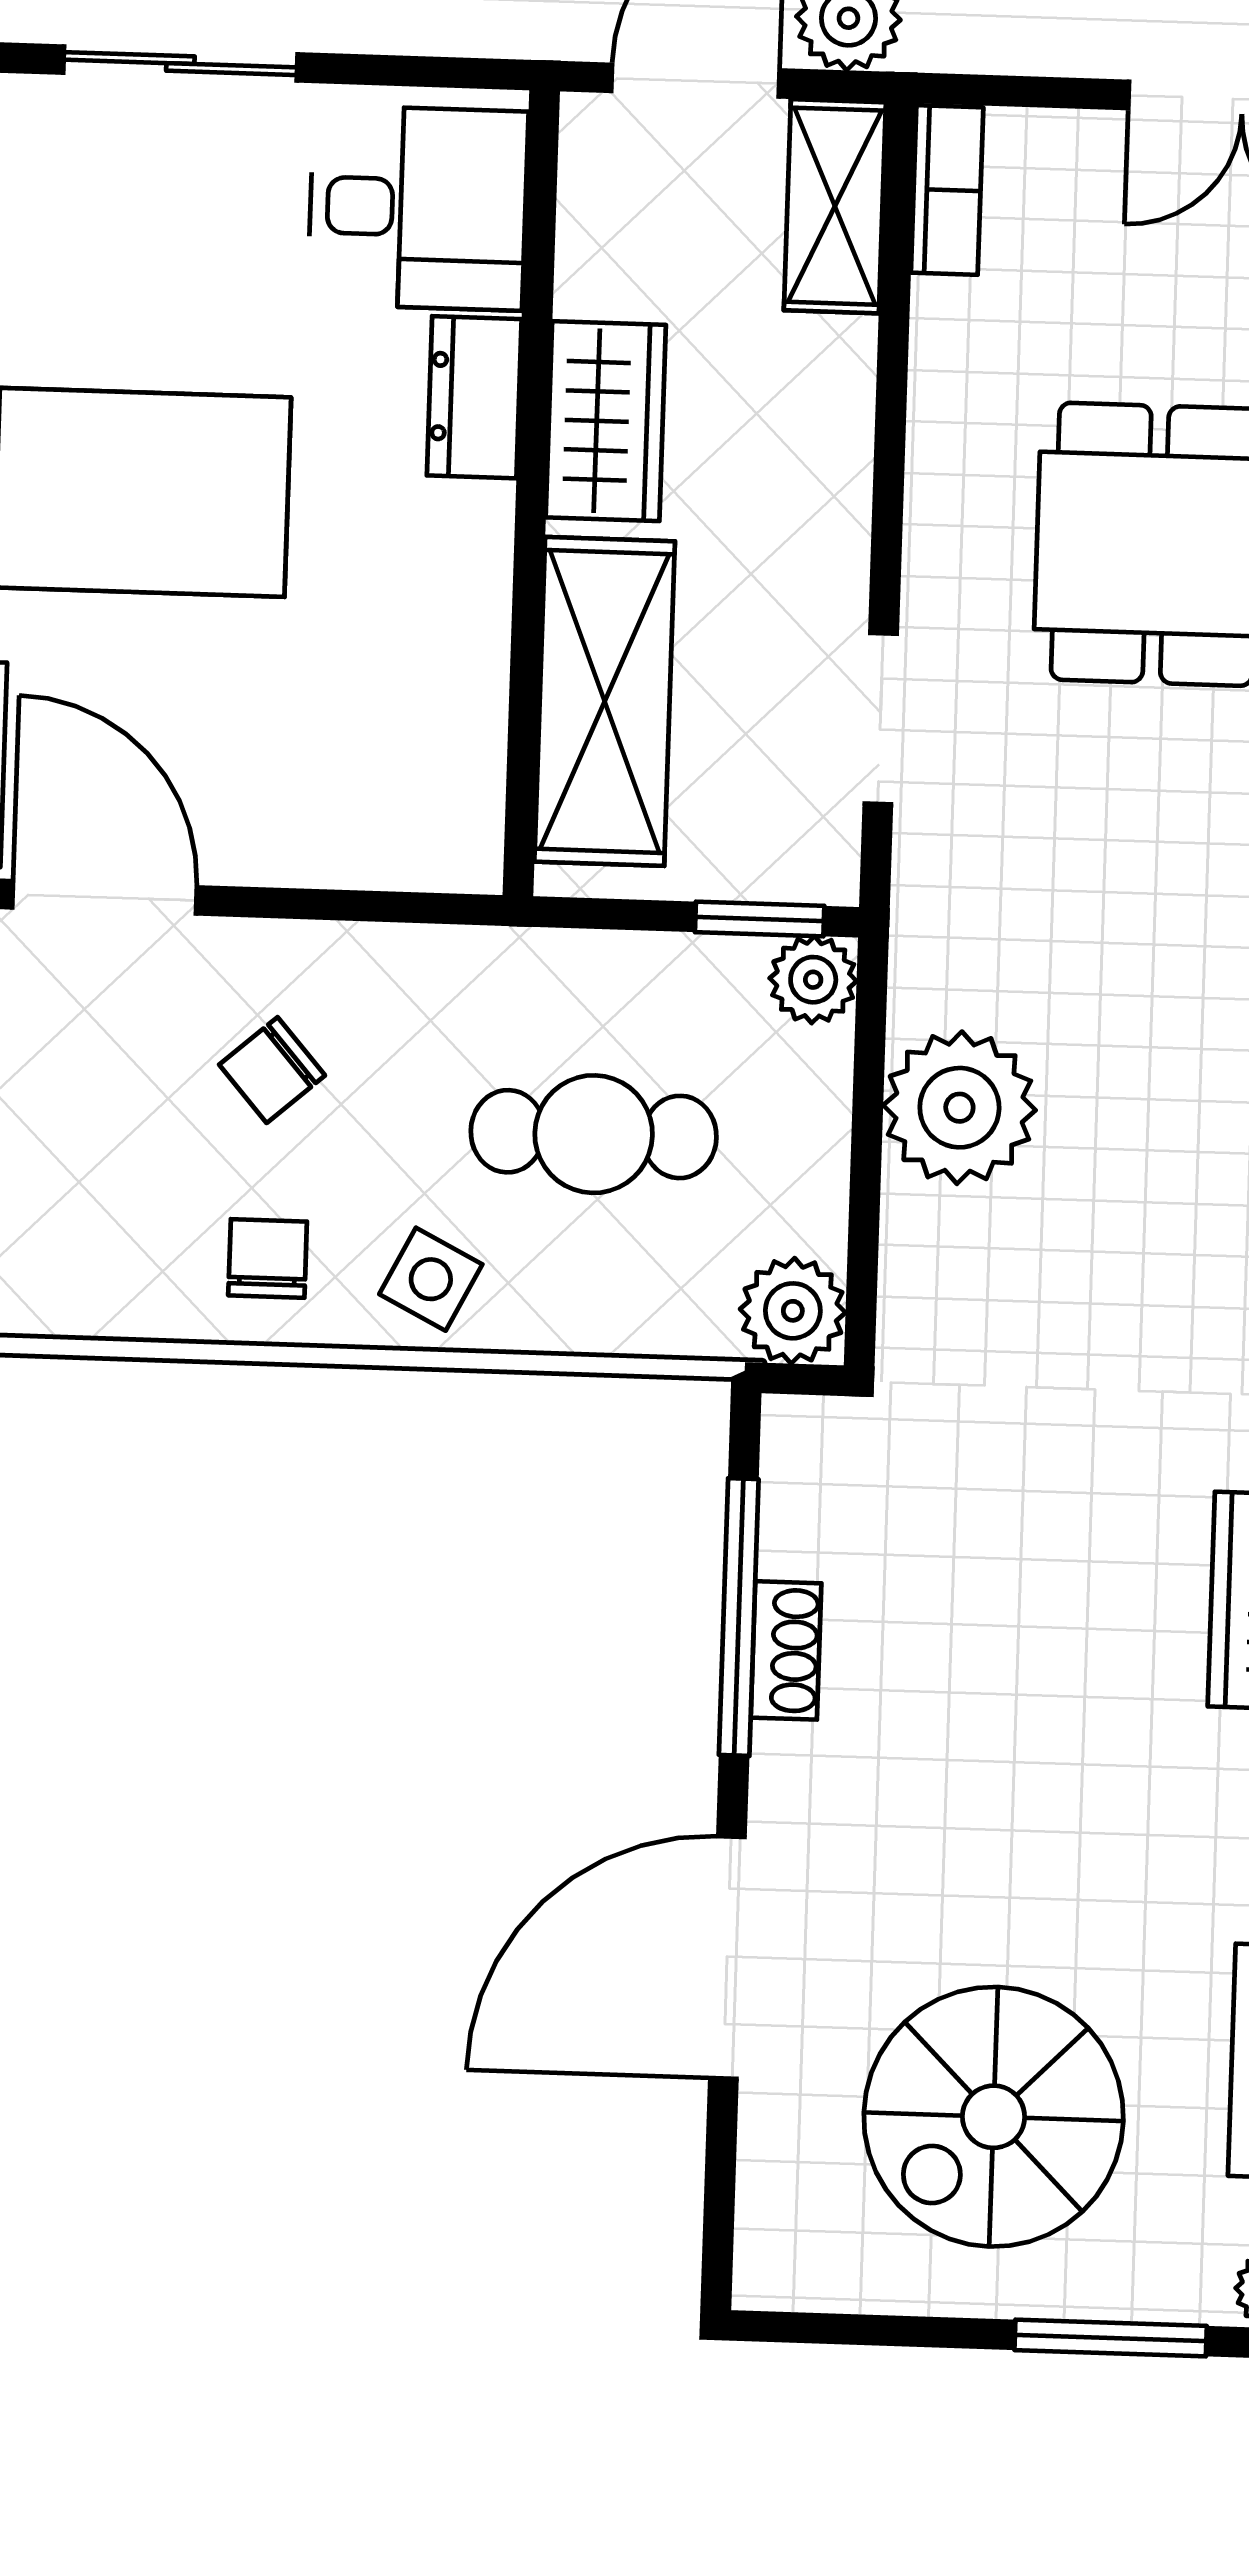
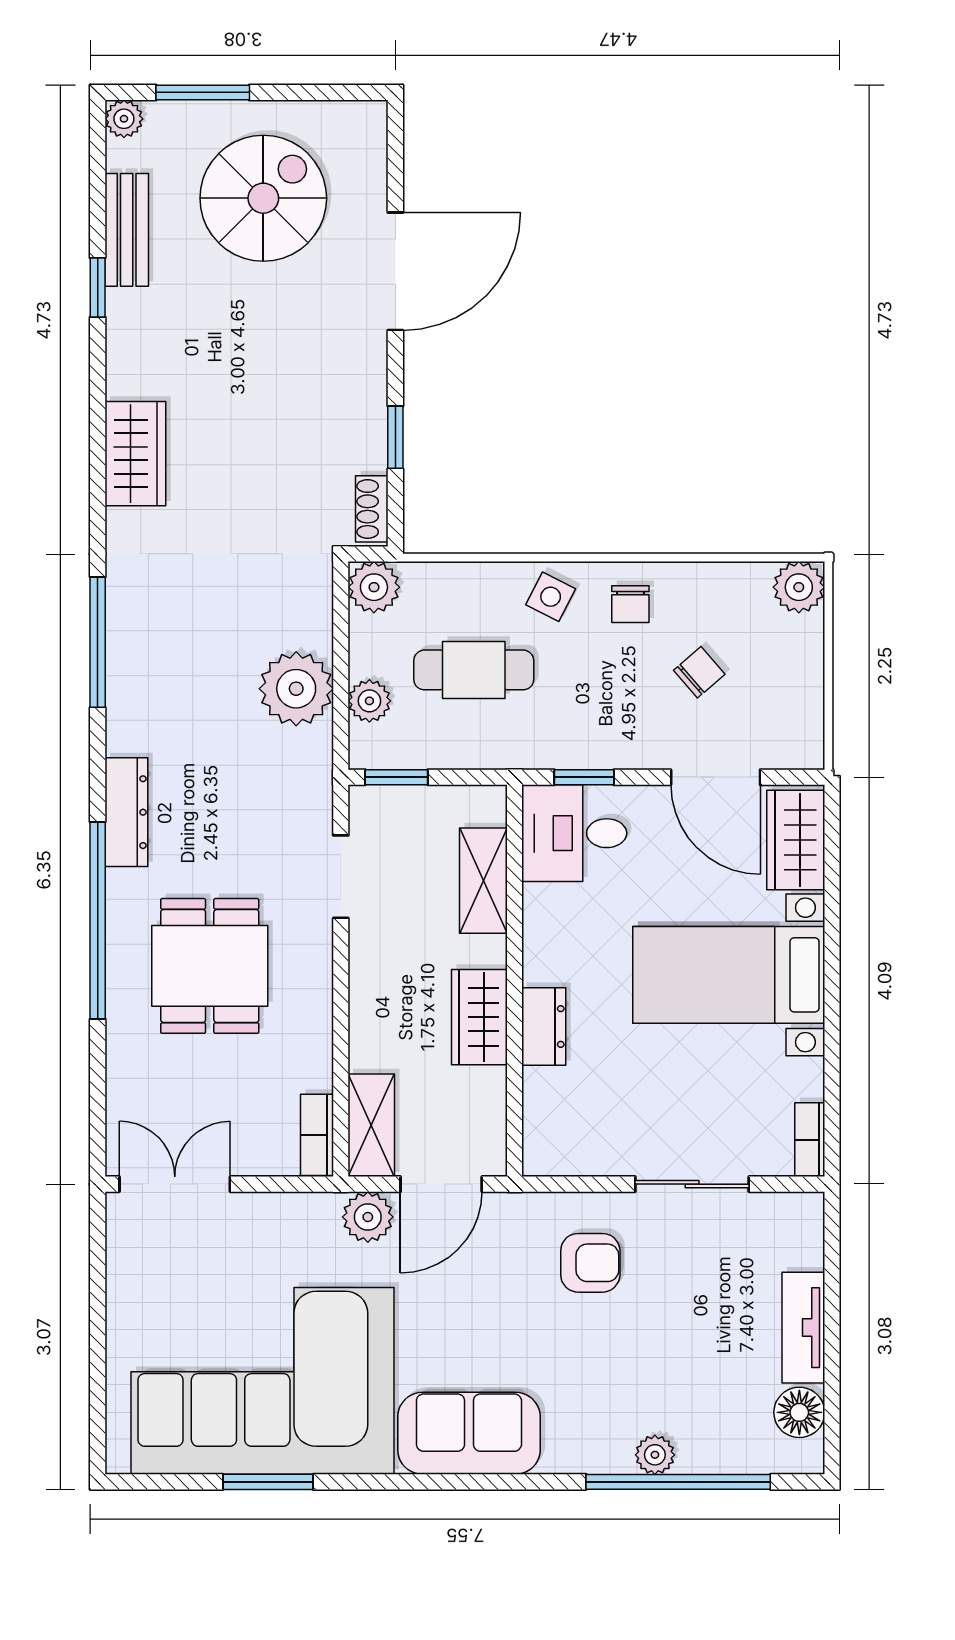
desk: (418, 208) -> (574, 833), moved
shelving: (605, 701) -> (483, 881), width x0.67, depth x0.75
window: (374, 906) -> (584, 777), added
plant: (813, 980) -> (369, 701), moved
chair: (272, 1070) -> (699, 672), moved
window: (739, 1617) -> (395, 437), width x0.46
shoe rack: (786, 1650) -> (372, 509), moved

